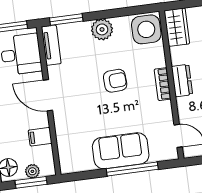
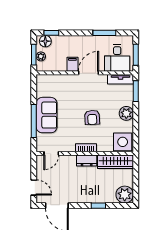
wardrobe: (177, 27) -> (116, 162), width x1.50
filing cabinet: (40, 137) -> (72, 64), moved

